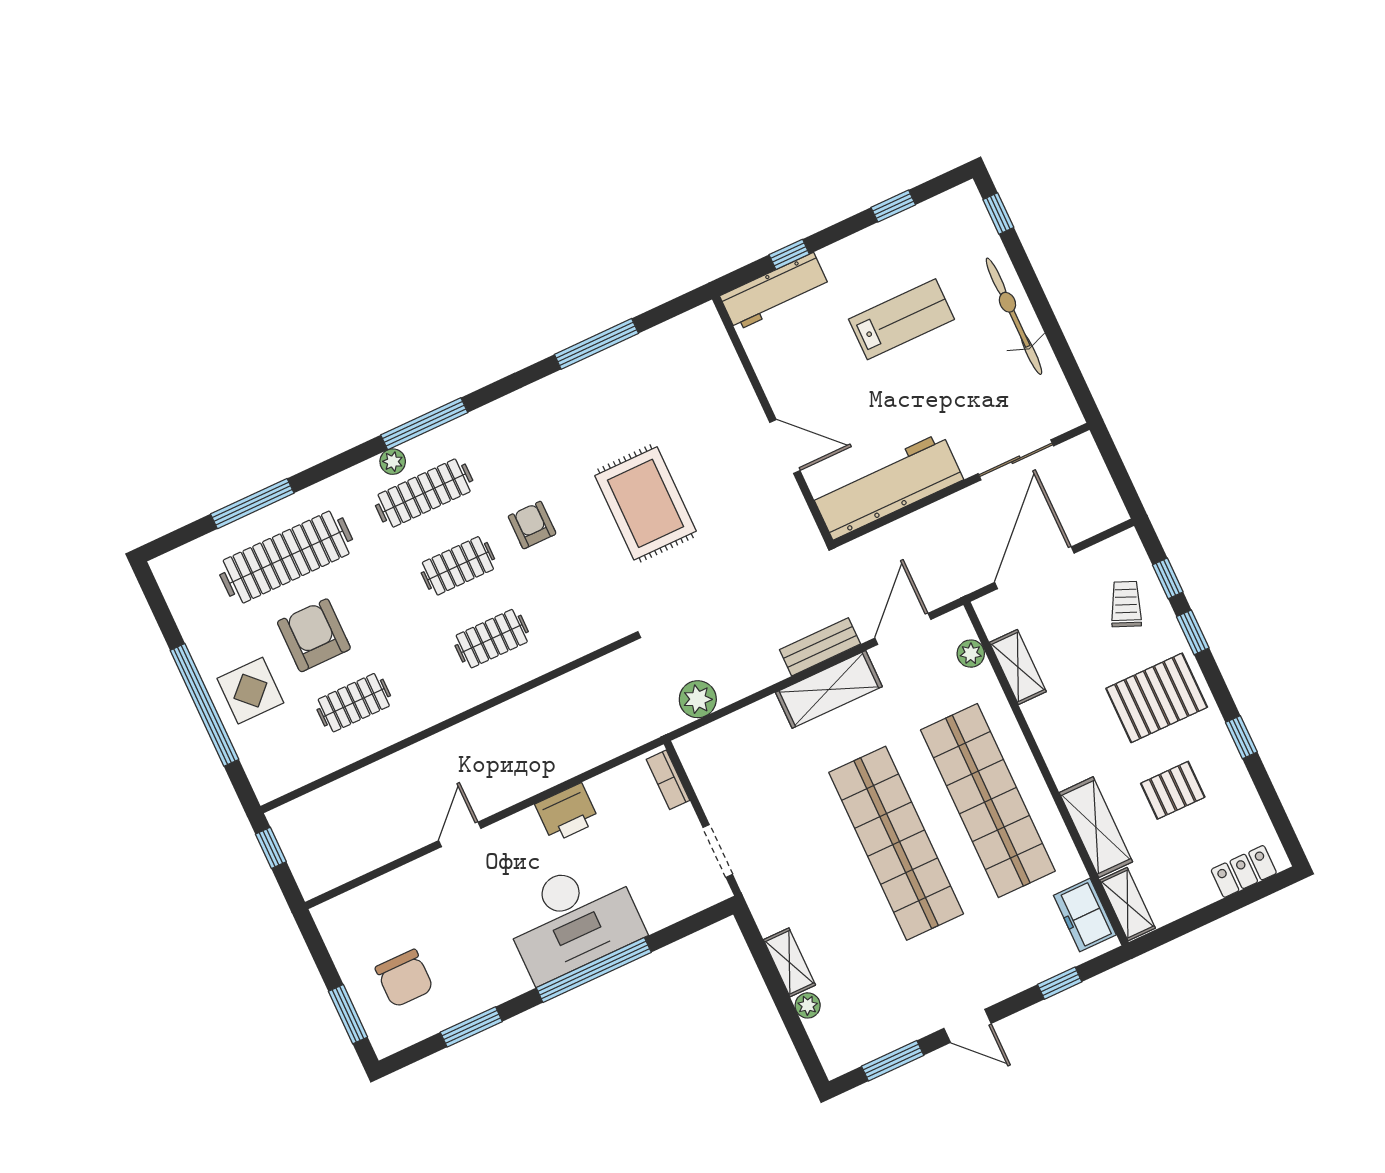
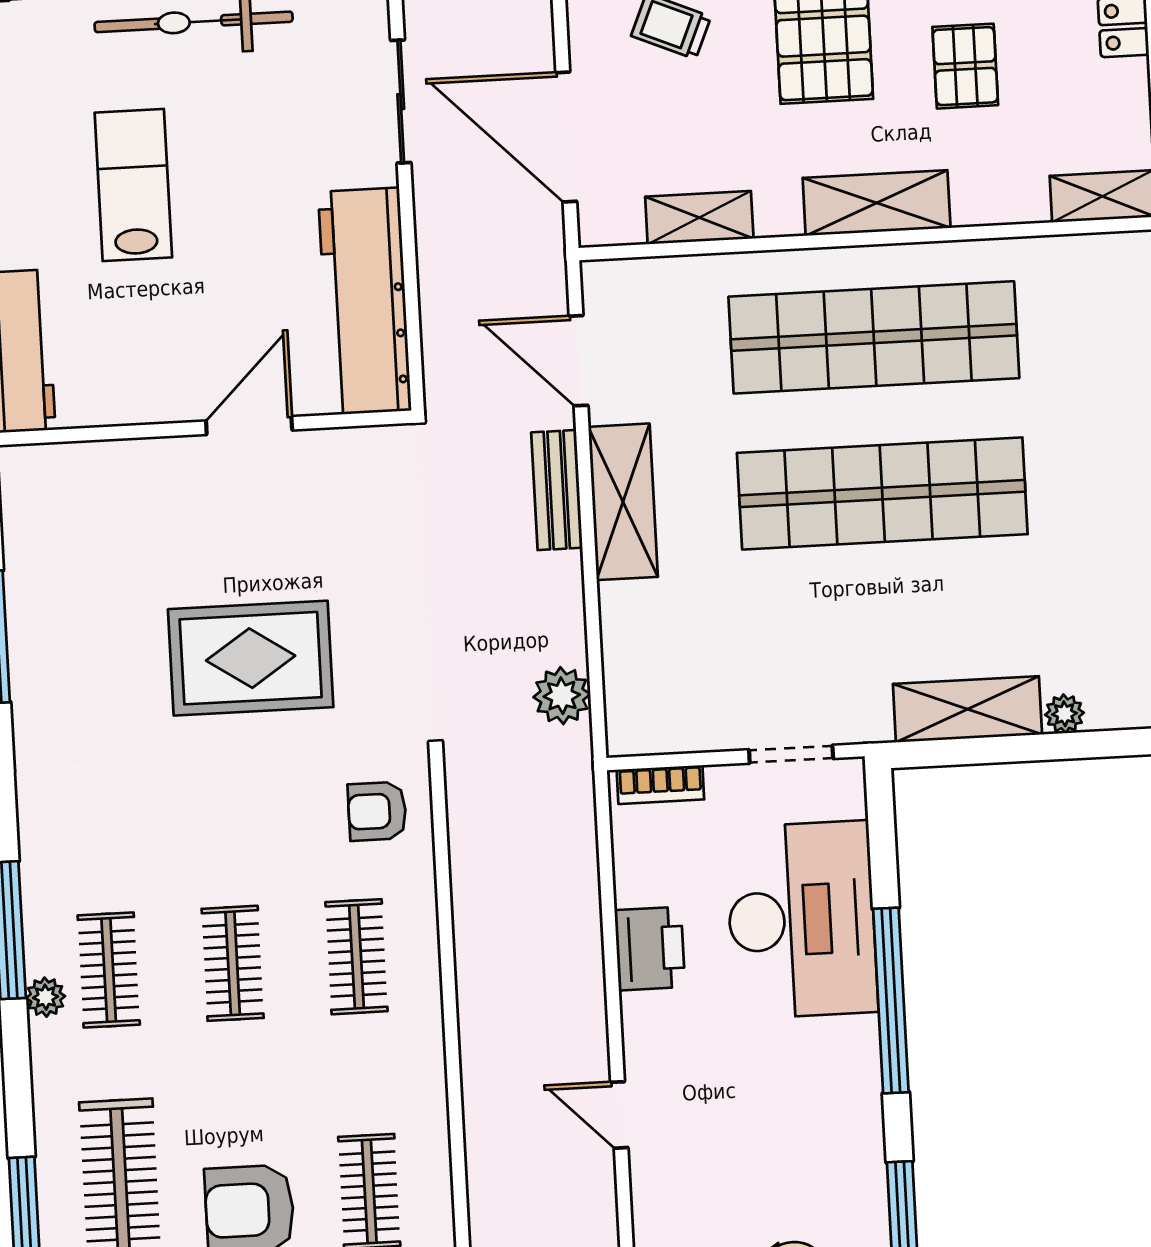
clothes rail: (424, 493) -> (109, 970), width x0.73
armchair: (532, 525) -> (377, 811), moved
plant: (971, 654) -> (653, 277), removed
shelving: (1096, 827) -> (877, 203), moved
freezer: (1085, 915) -> (1094, 264), removed
desk: (573, 919) -> (802, 920), moved
shelving: (789, 962) -> (967, 709), width x1.50, depth x1.33

